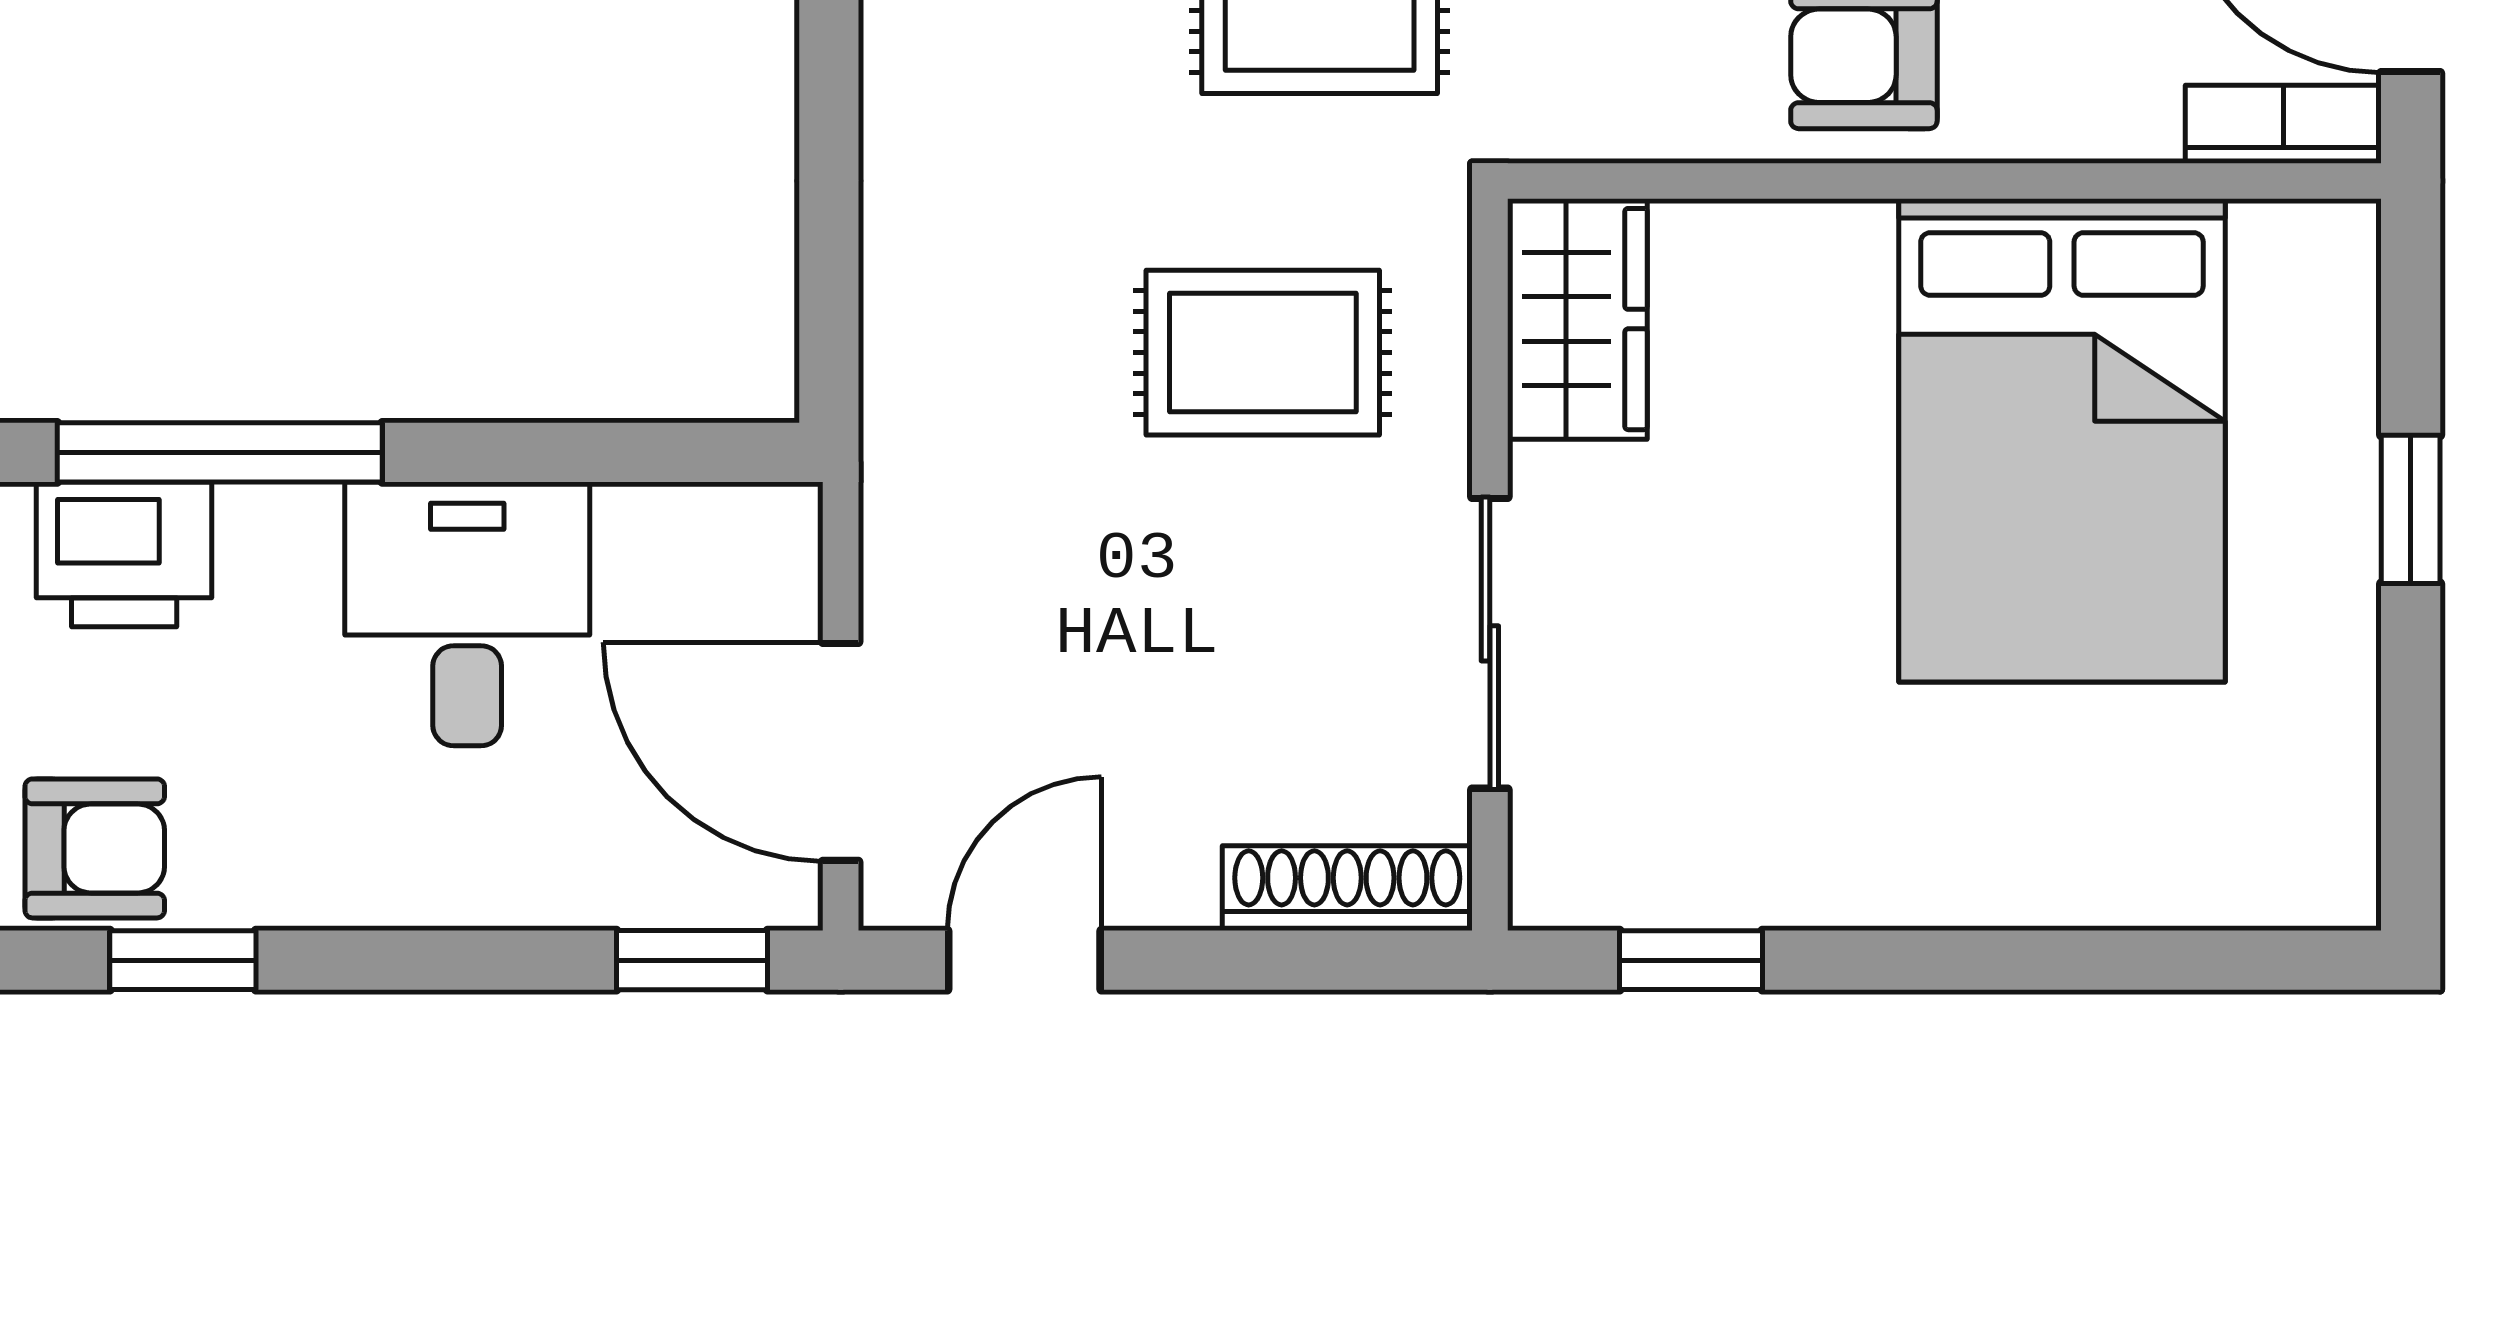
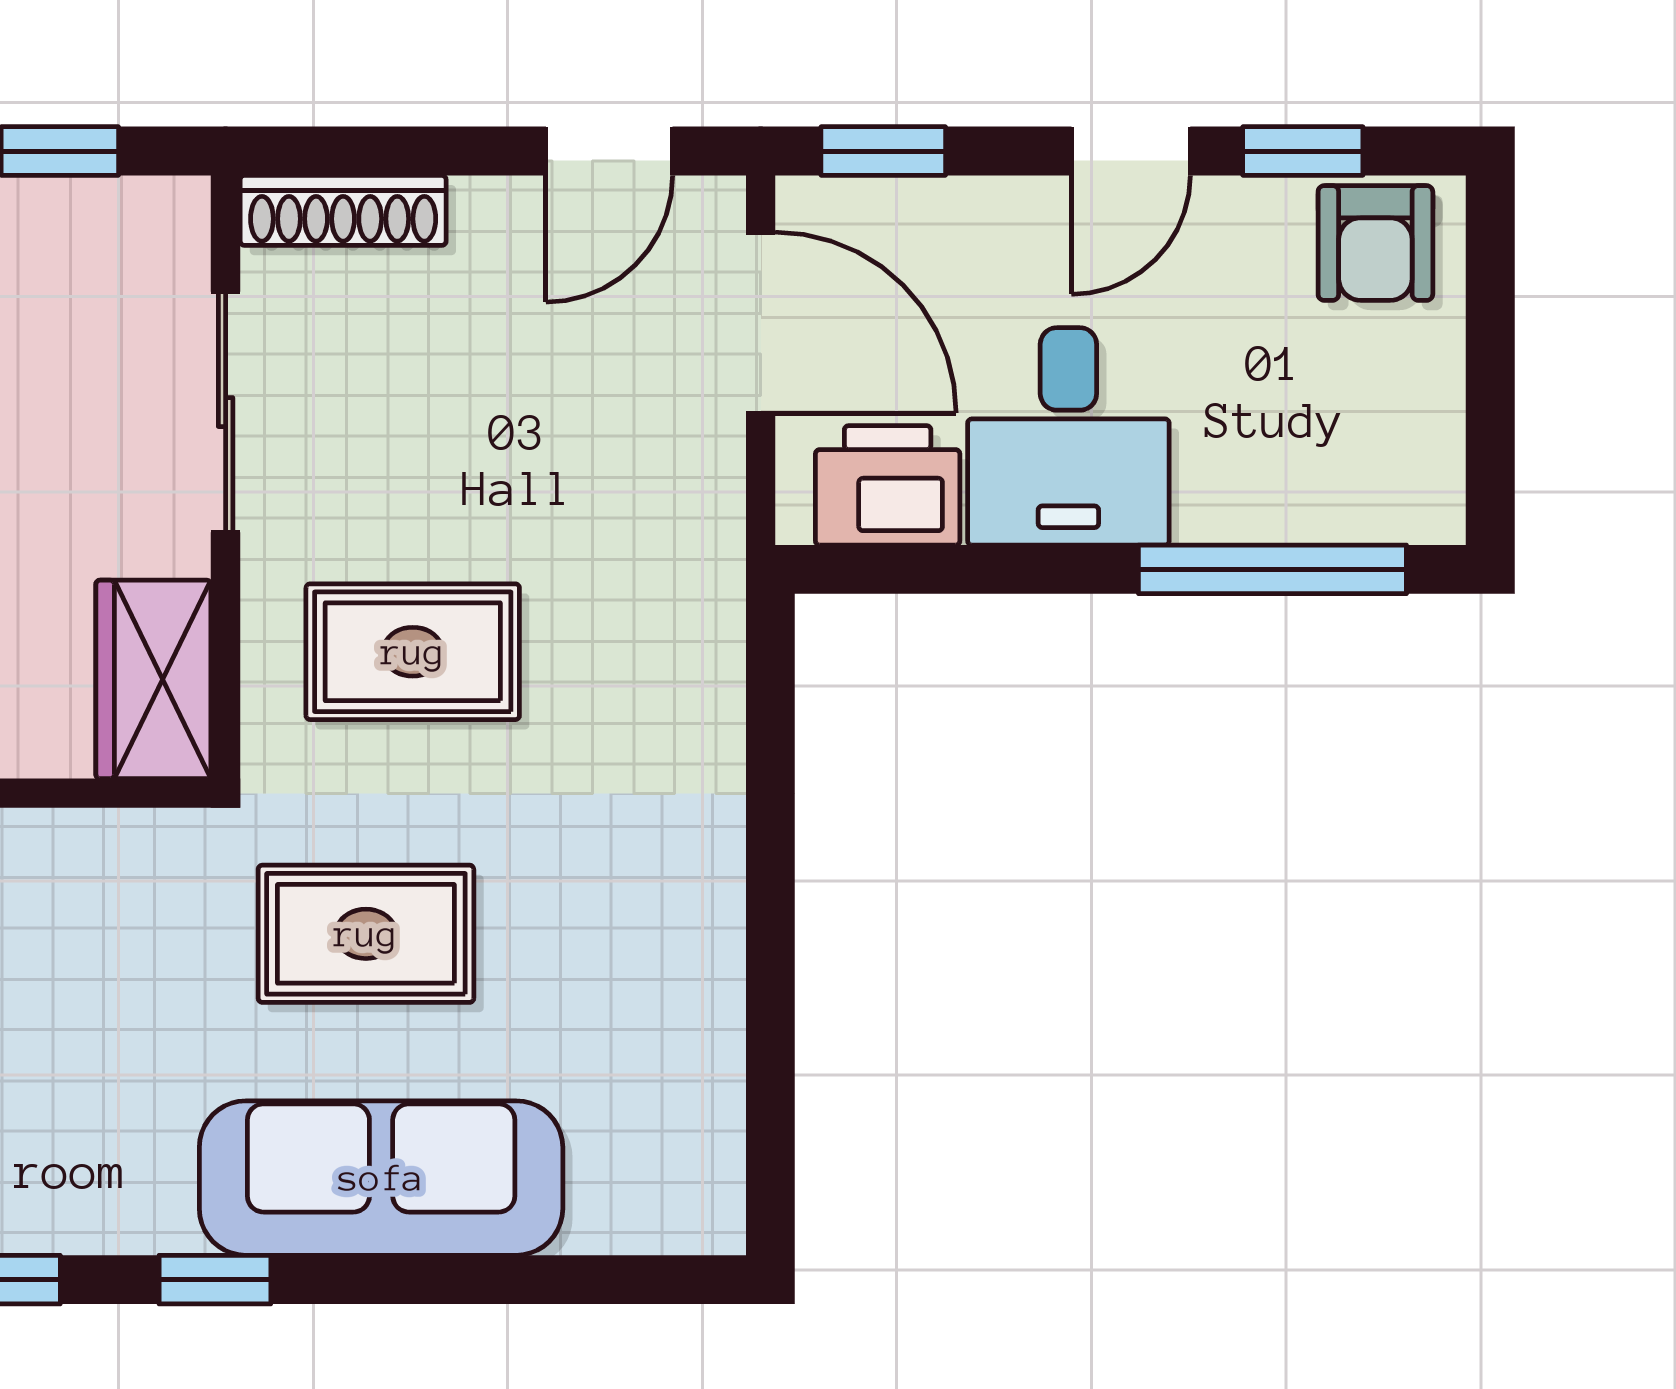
printer: (124, 554) -> (888, 485), moved
armchair: (95, 848) -> (1375, 243), turned -90
door: (392, 960) -> (1131, 151), added

